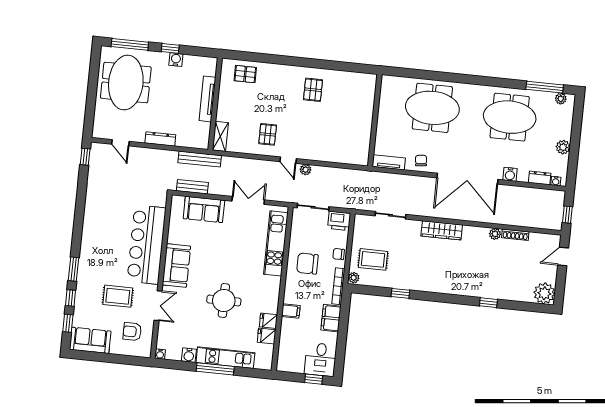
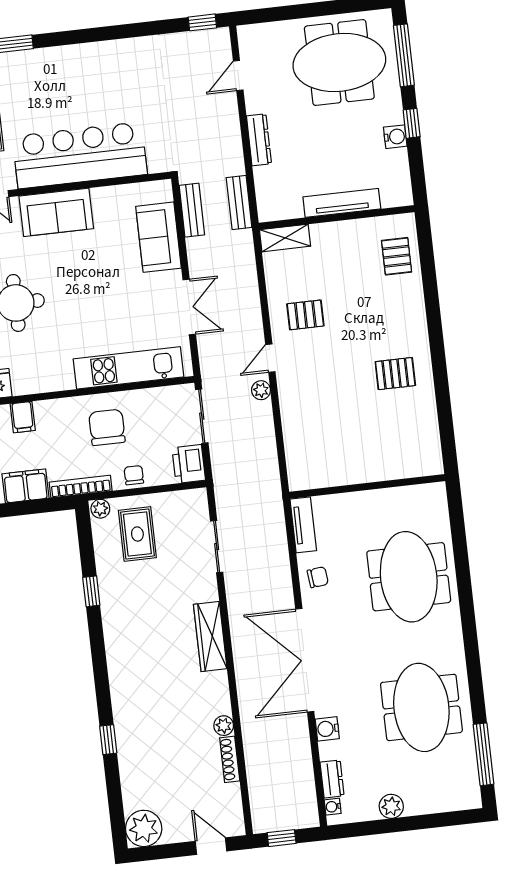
plant: (561, 99) -> (470, 785), removed
bench: (200, 159) -> (239, 203), width x0.73

